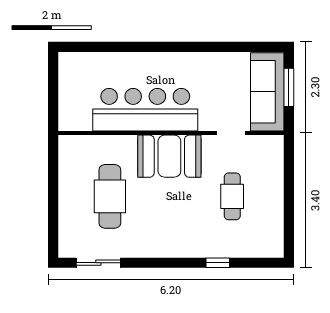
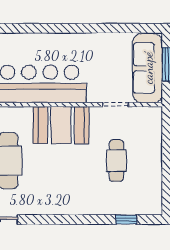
window: (218, 263) -> (126, 219), moved

